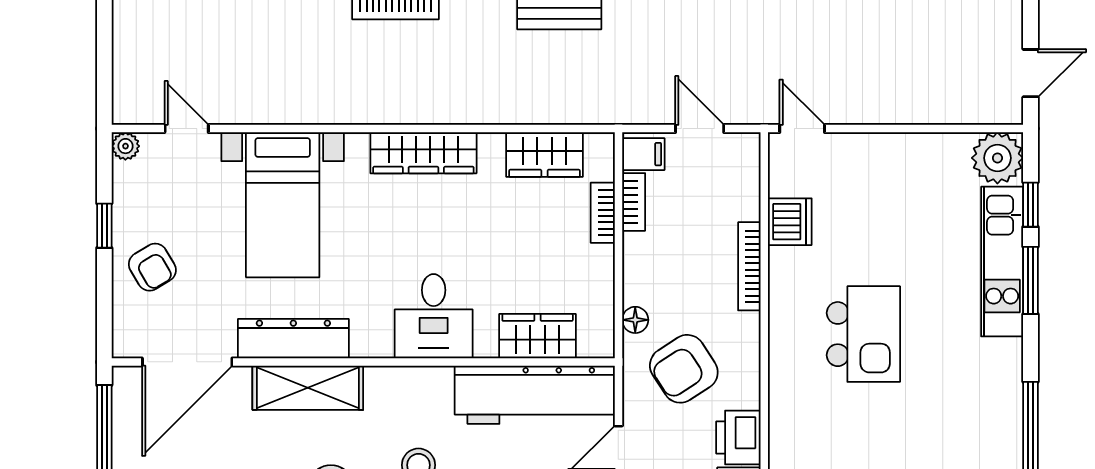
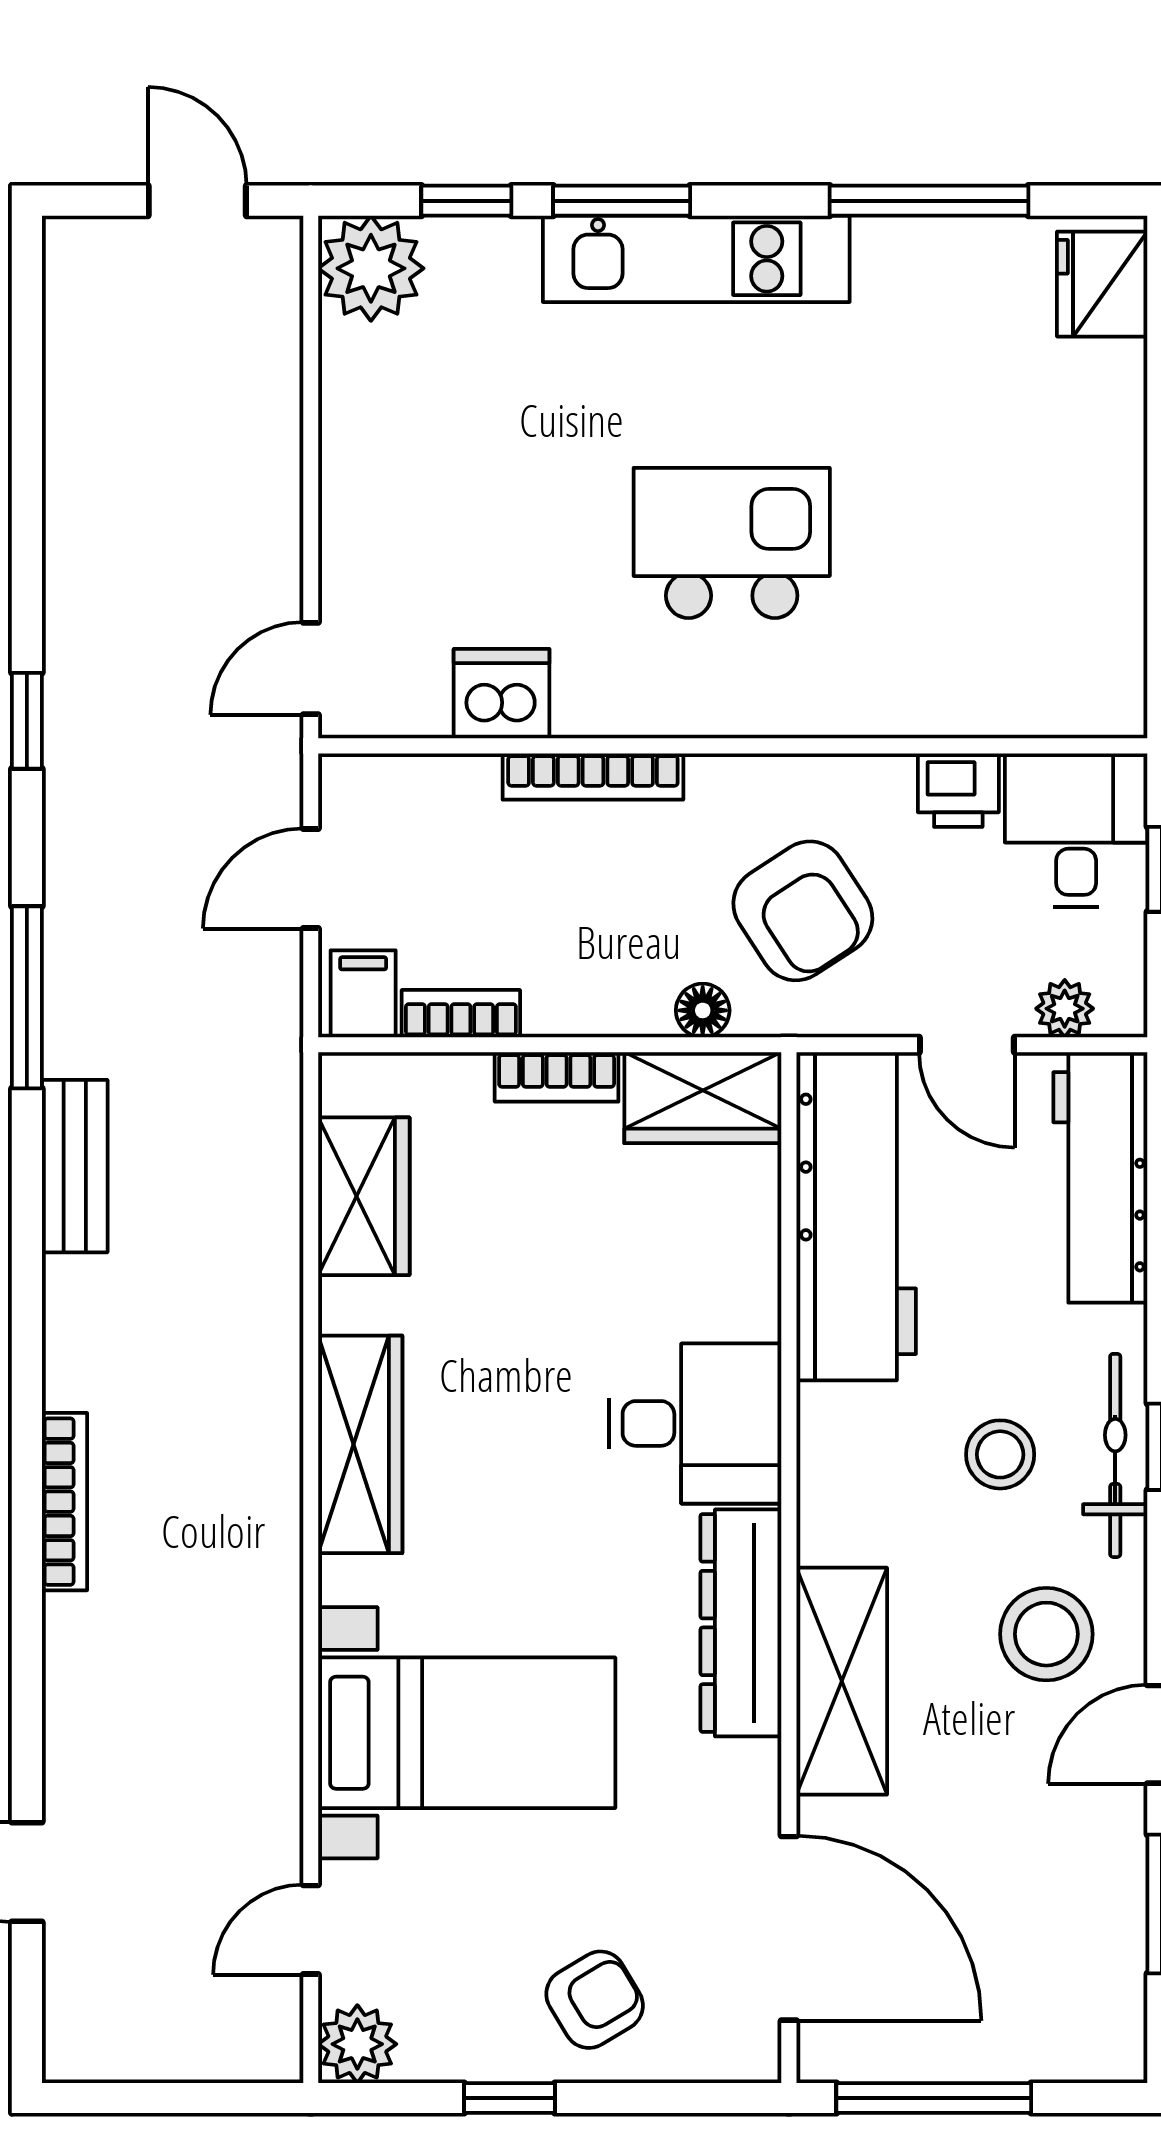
plant: (125, 146) -> (357, 2044), width x1.38, depth x1.38
bookcase: (603, 213) -> (557, 1077), moved
kitchen unit: (1002, 262) -> (696, 259), moved
wardrobe: (538, 336) -> (703, 1098), moved, turned -90
dresser: (293, 339) -> (741, 1623), moved
printer: (738, 438) -> (958, 790), width x0.73, depth x0.81

